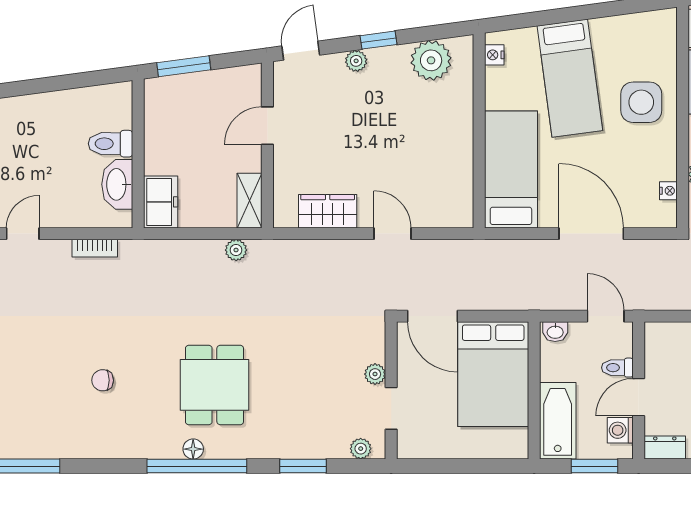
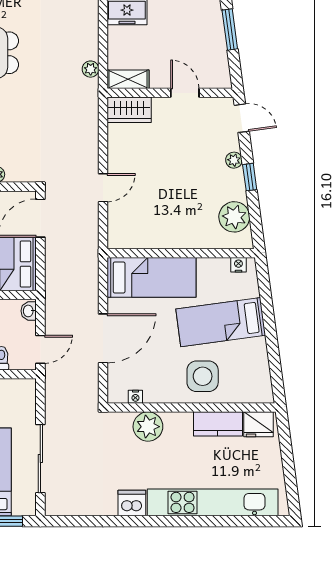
wardrobe: (328, 211) -> (129, 110), moved, turned 90

